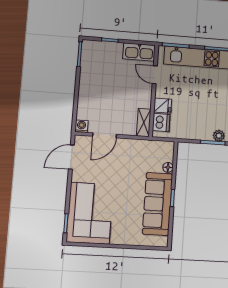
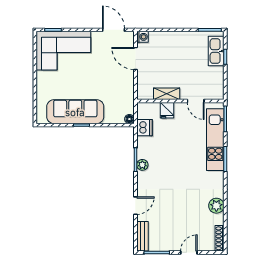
kitchen sink: (139, 52) -> (216, 51), moved
door: (155, 75) -> (196, 101), swing flipped
shelving: (144, 123) -> (167, 94), moved
dishwasher: (161, 123) -> (144, 128), moved, turned -90
floor lamp: (168, 167) -> (129, 119), moved

